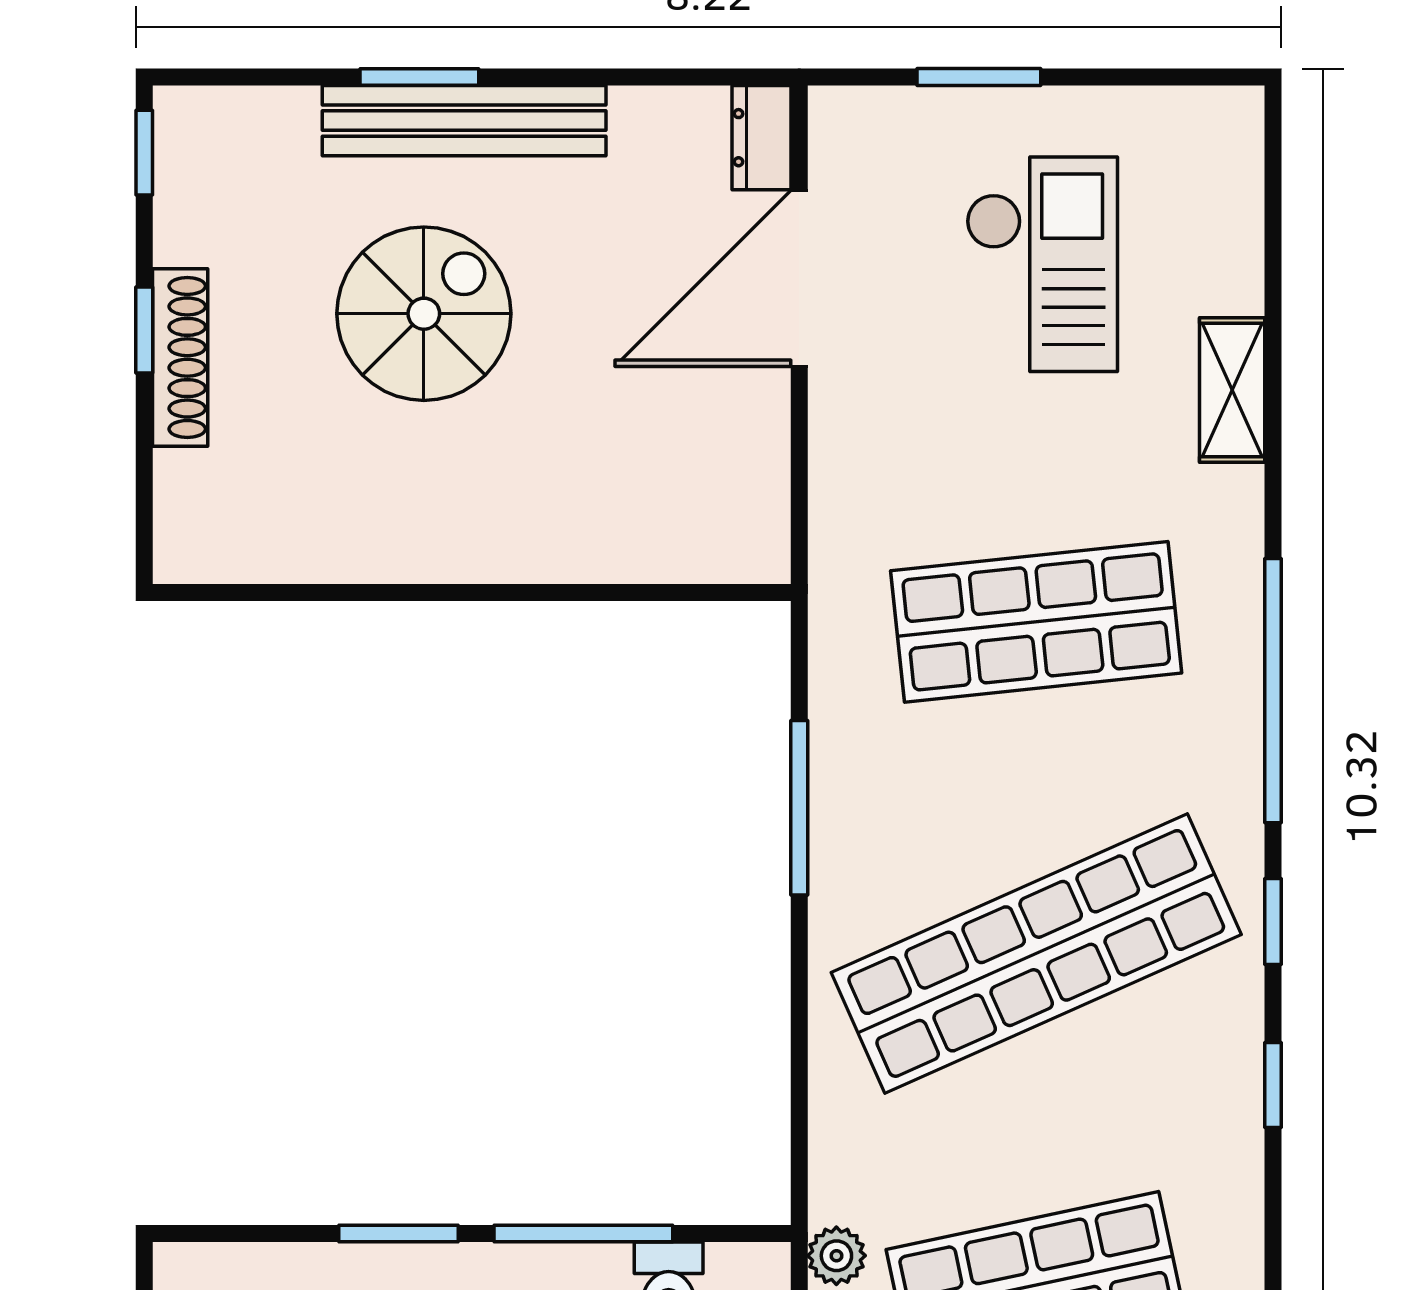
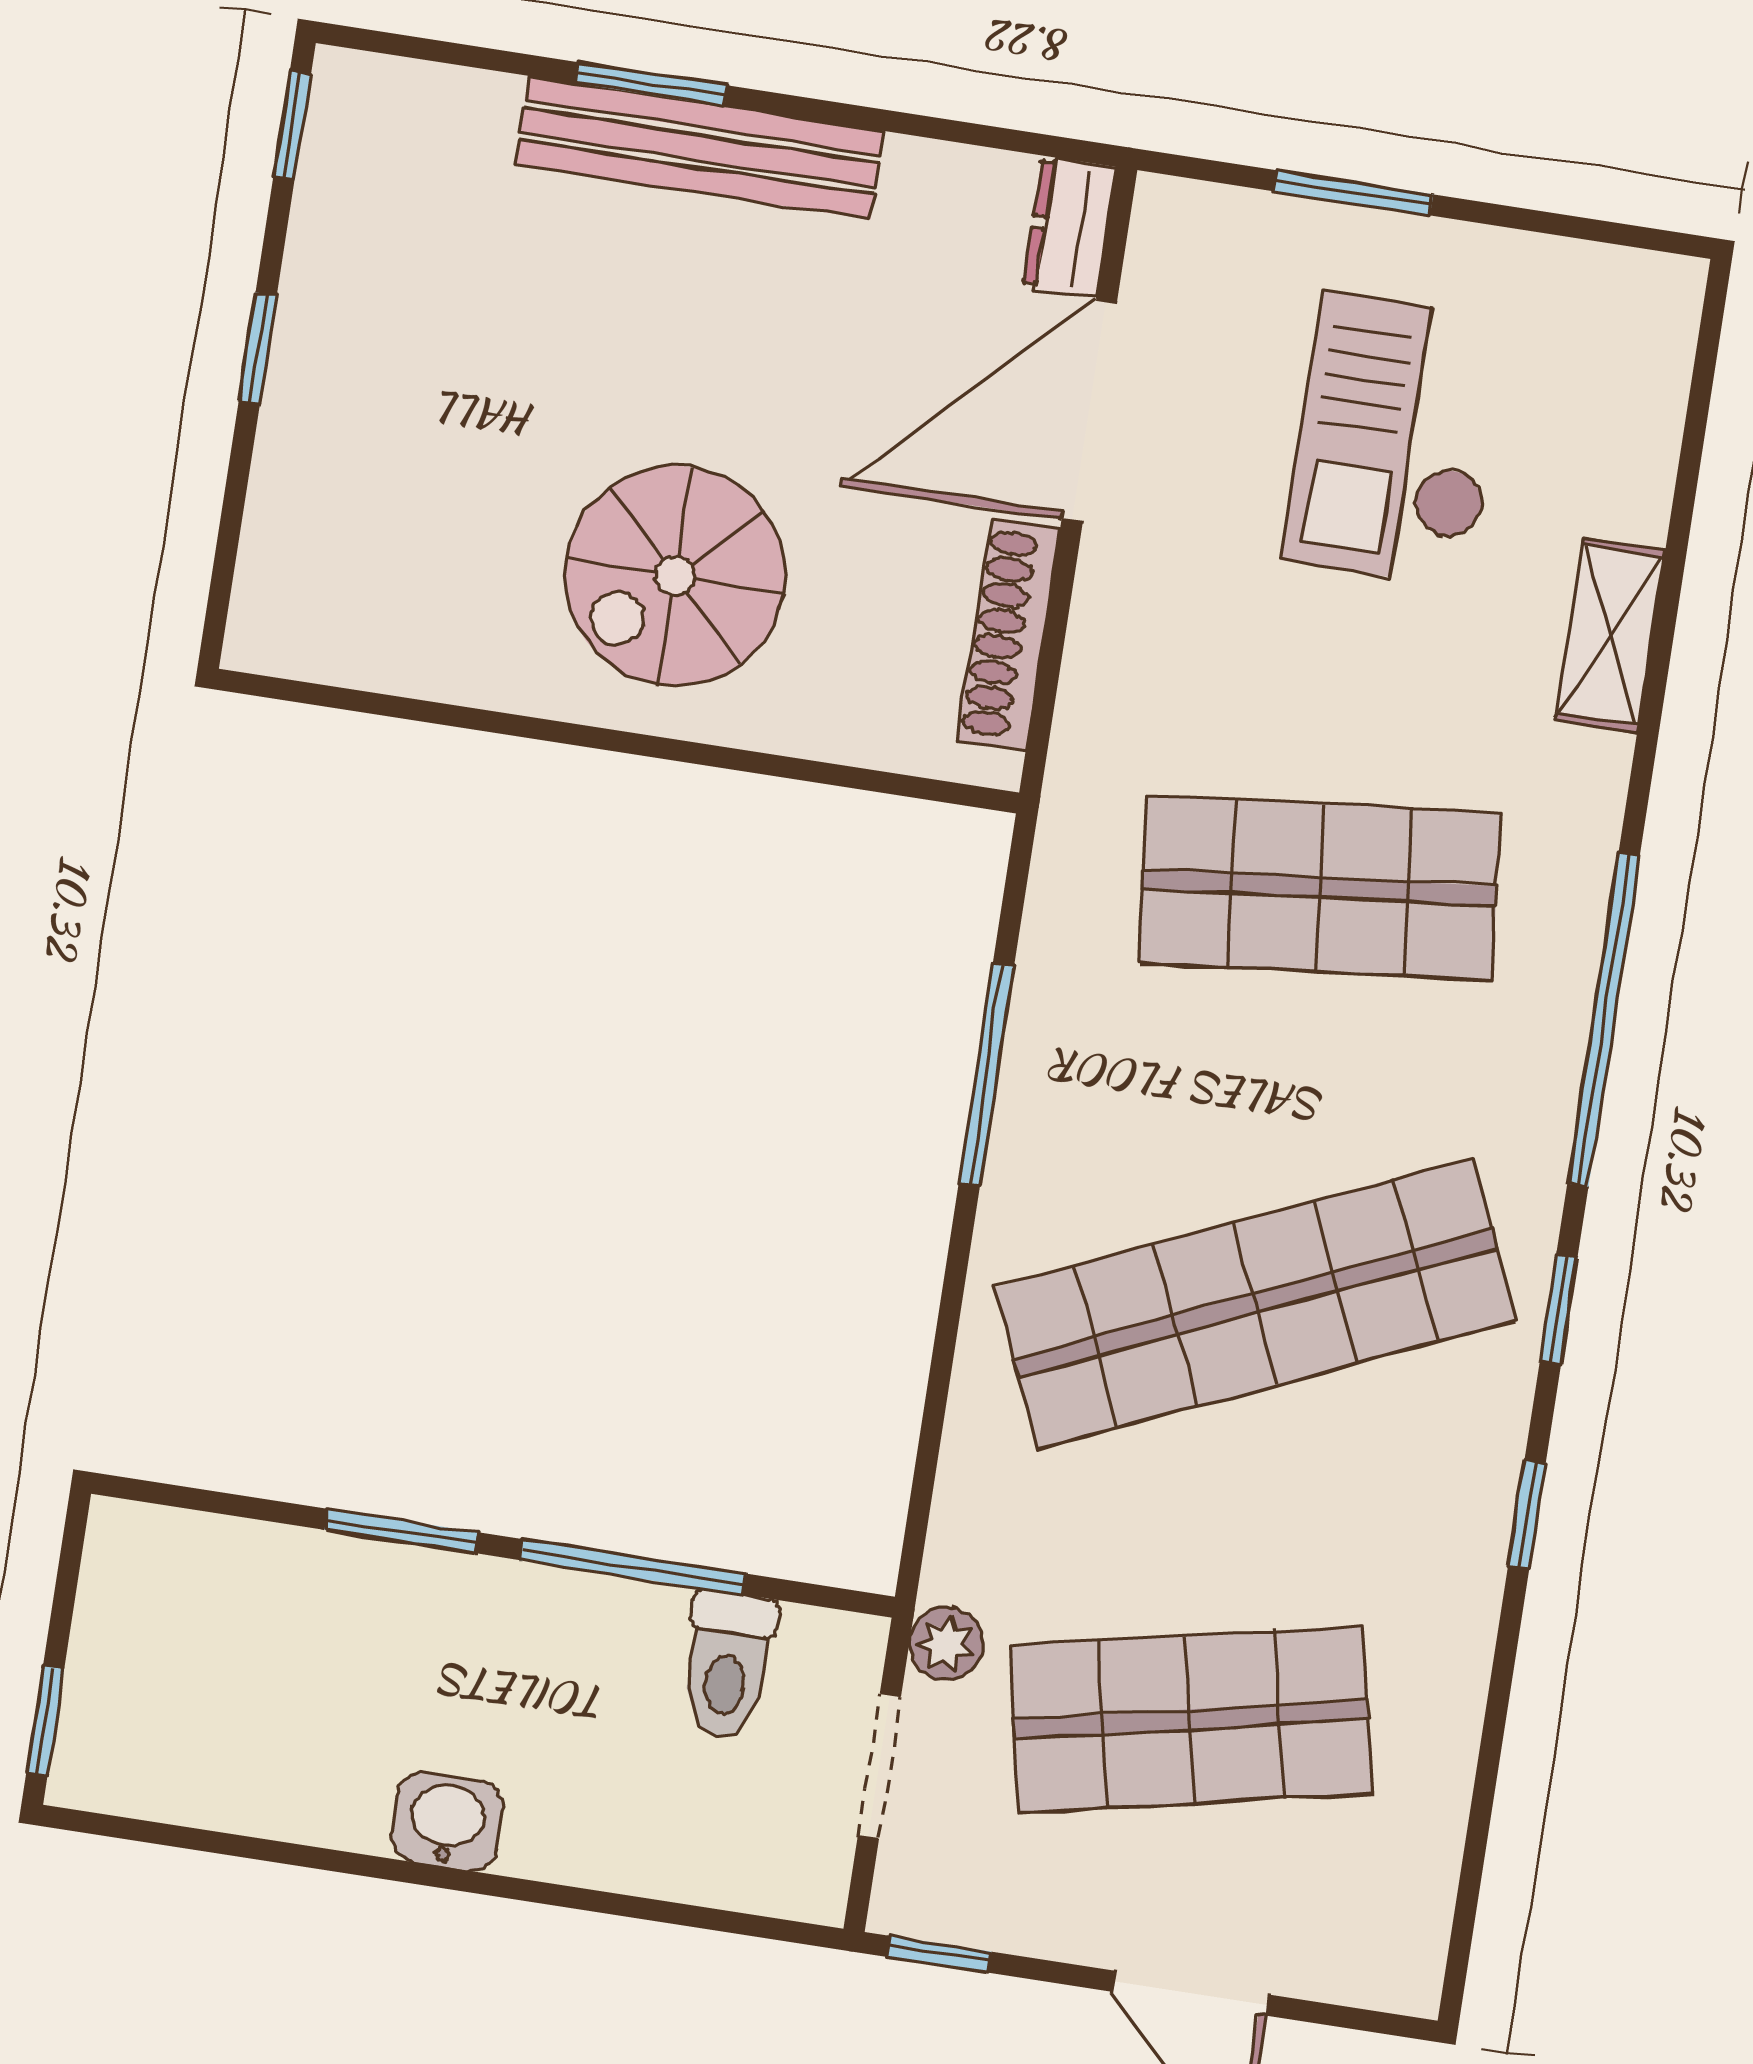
checkout: (1042, 264) -> (1396, 440), turned 180
spiral stairs: (424, 314) -> (675, 576), moved, turned 180
shoe rack: (180, 357) -> (1009, 635), moved, turned 180

